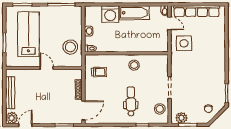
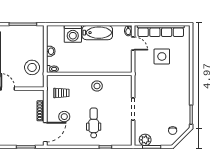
side table: (184, 43) -> (162, 56), moved
stool: (160, 109) -> (64, 117), moved

